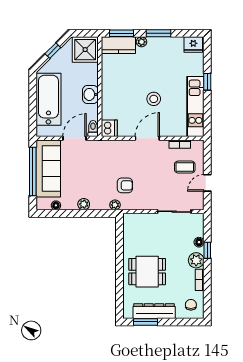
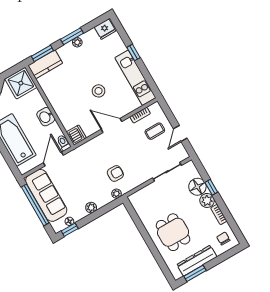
plant: (142, 42) -> (77, 42), moved
door: (147, 138) -> (111, 125), hinge flipped
window: (52, 213) -> (70, 230), added
floor lamp: (199, 242) -> (197, 187), width x1.89, depth x1.89
dining table: (147, 272) -> (173, 232), turned 90

